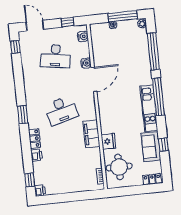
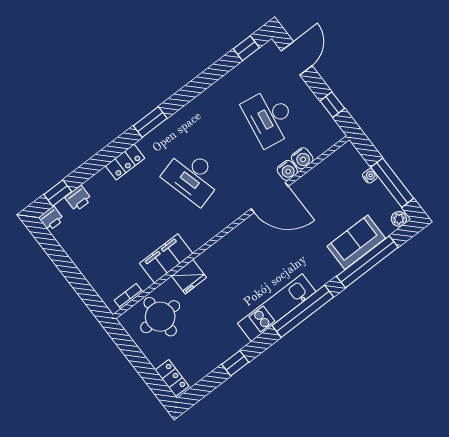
water cooler: (83, 36) -> (302, 158), moved
filing cabinet: (91, 134) -> (166, 258), moved
sofa: (151, 147) -> (356, 242), moved
printer: (36, 155) -> (78, 198), moved

